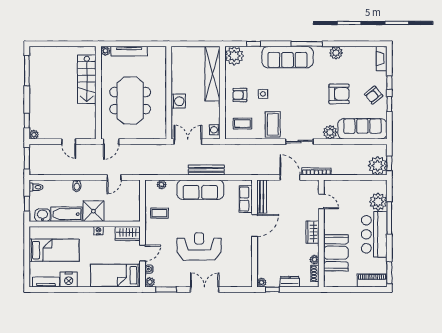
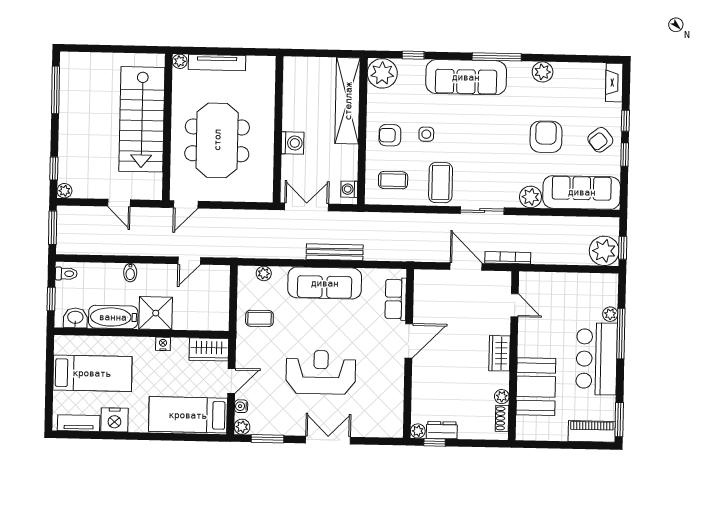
stairs: (87, 79) -> (142, 119), width x1.36, depth x1.51
armchair: (339, 94) -> (546, 137), turned -90
bench: (262, 197) -> (421, 296), removed
plant: (378, 202) -> (610, 314), width x0.53, depth x0.53
dresser: (290, 282) -> (442, 430), moved

